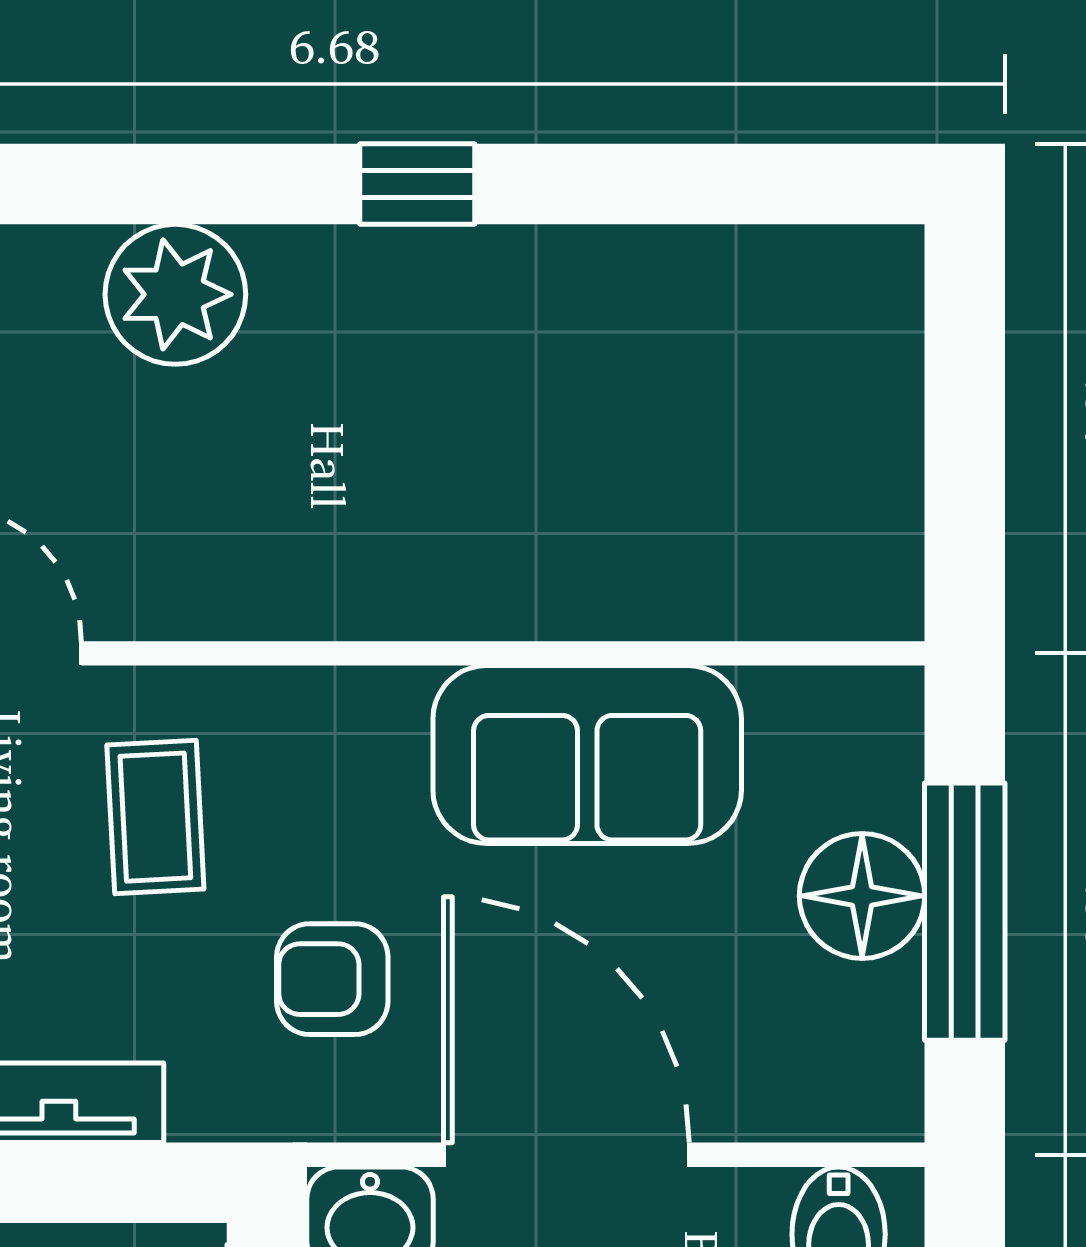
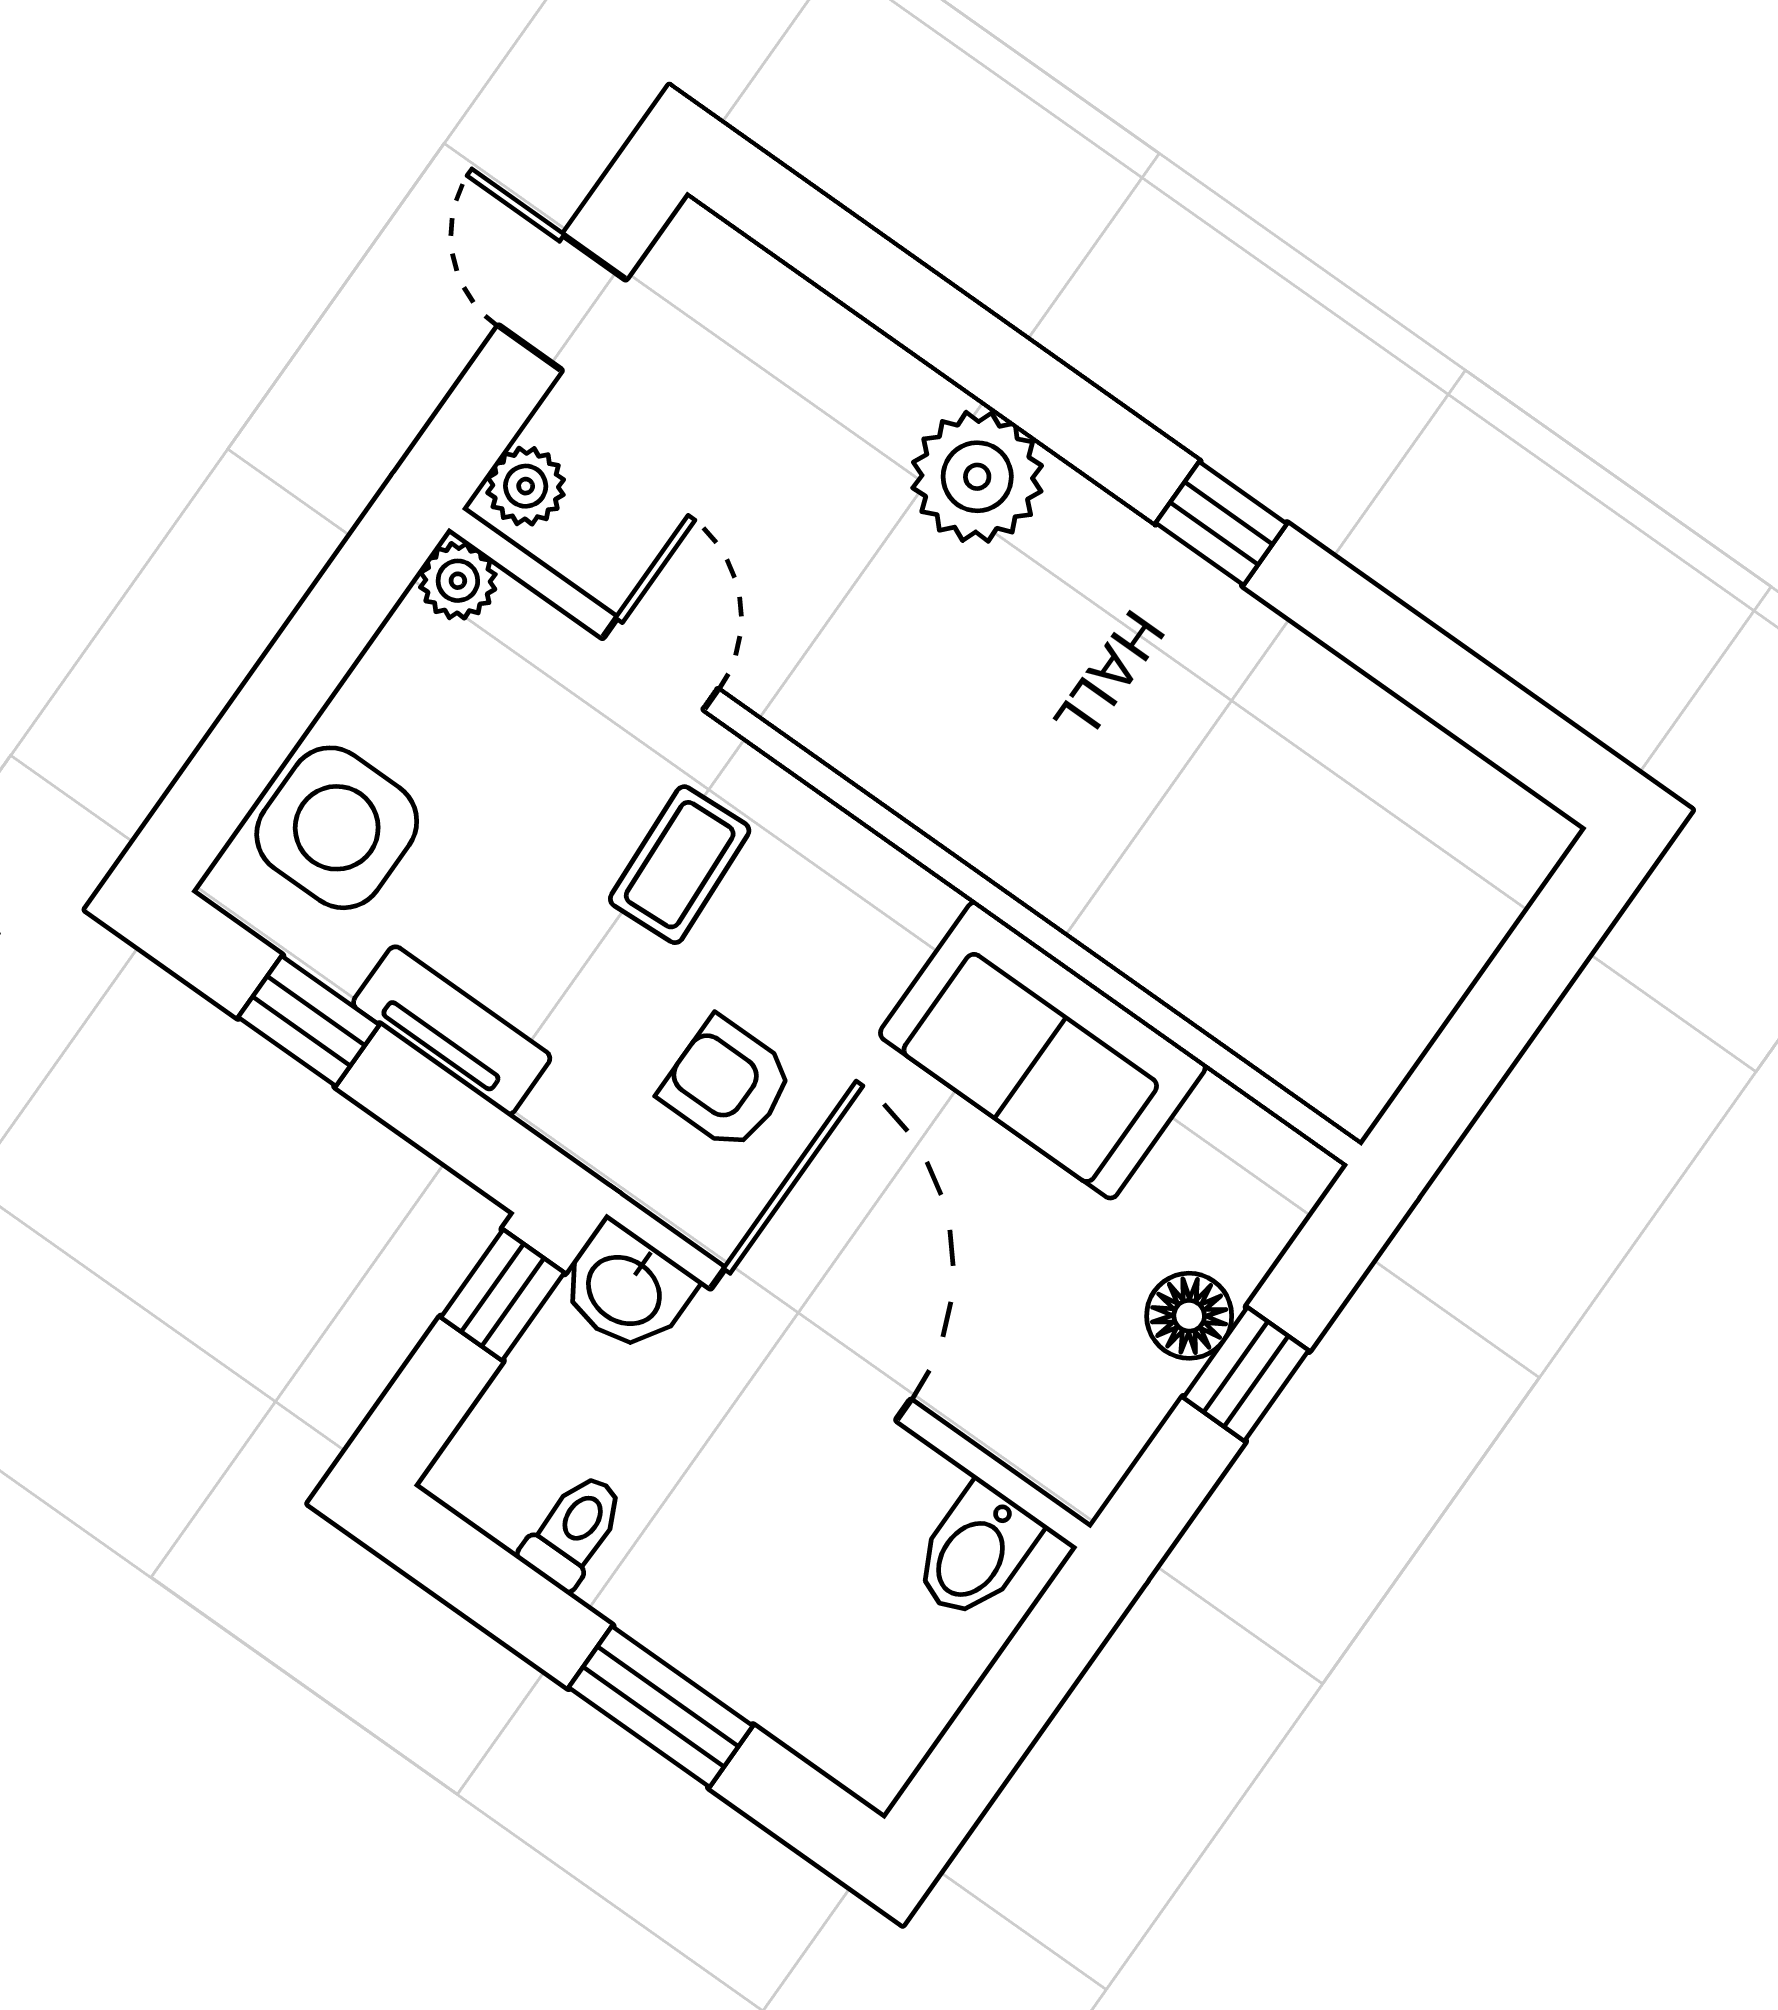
floor lamp: (862, 896) -> (1189, 1316), width x0.73, depth x0.73
window: (965, 912) -> (1246, 1374), width x0.46

